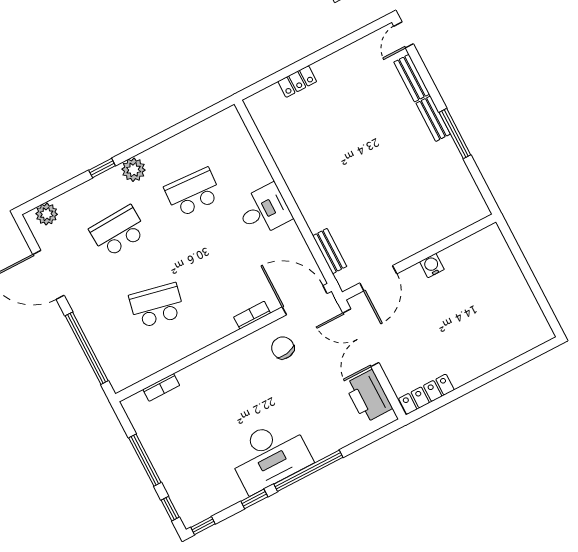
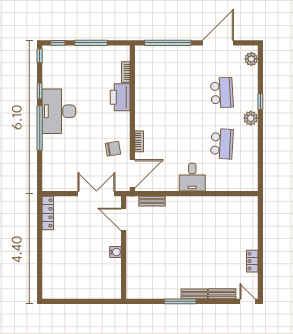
locker: (297, 81) -> (252, 261), moved
school desk: (157, 306) -> (171, 93), removed
printer: (368, 396) -> (120, 97), moved, turned -90

